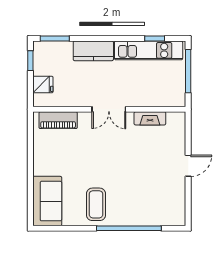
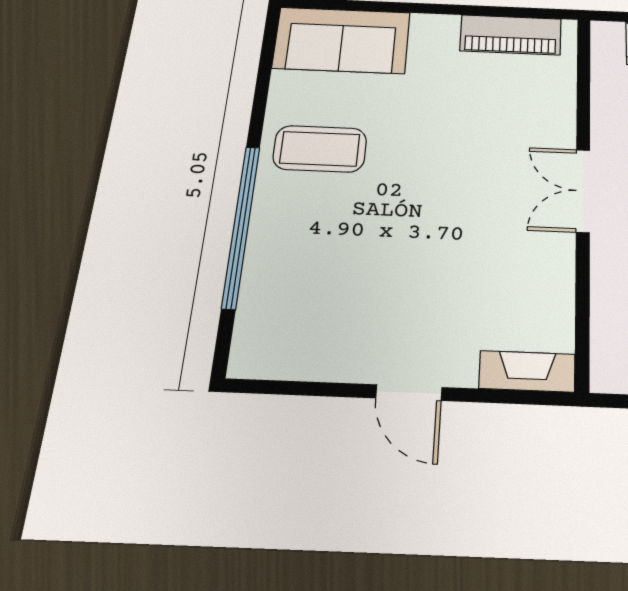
fireplace: (150, 118) -> (527, 371), moved, turned 90
piano: (58, 120) -> (511, 35), moved, turned -90

